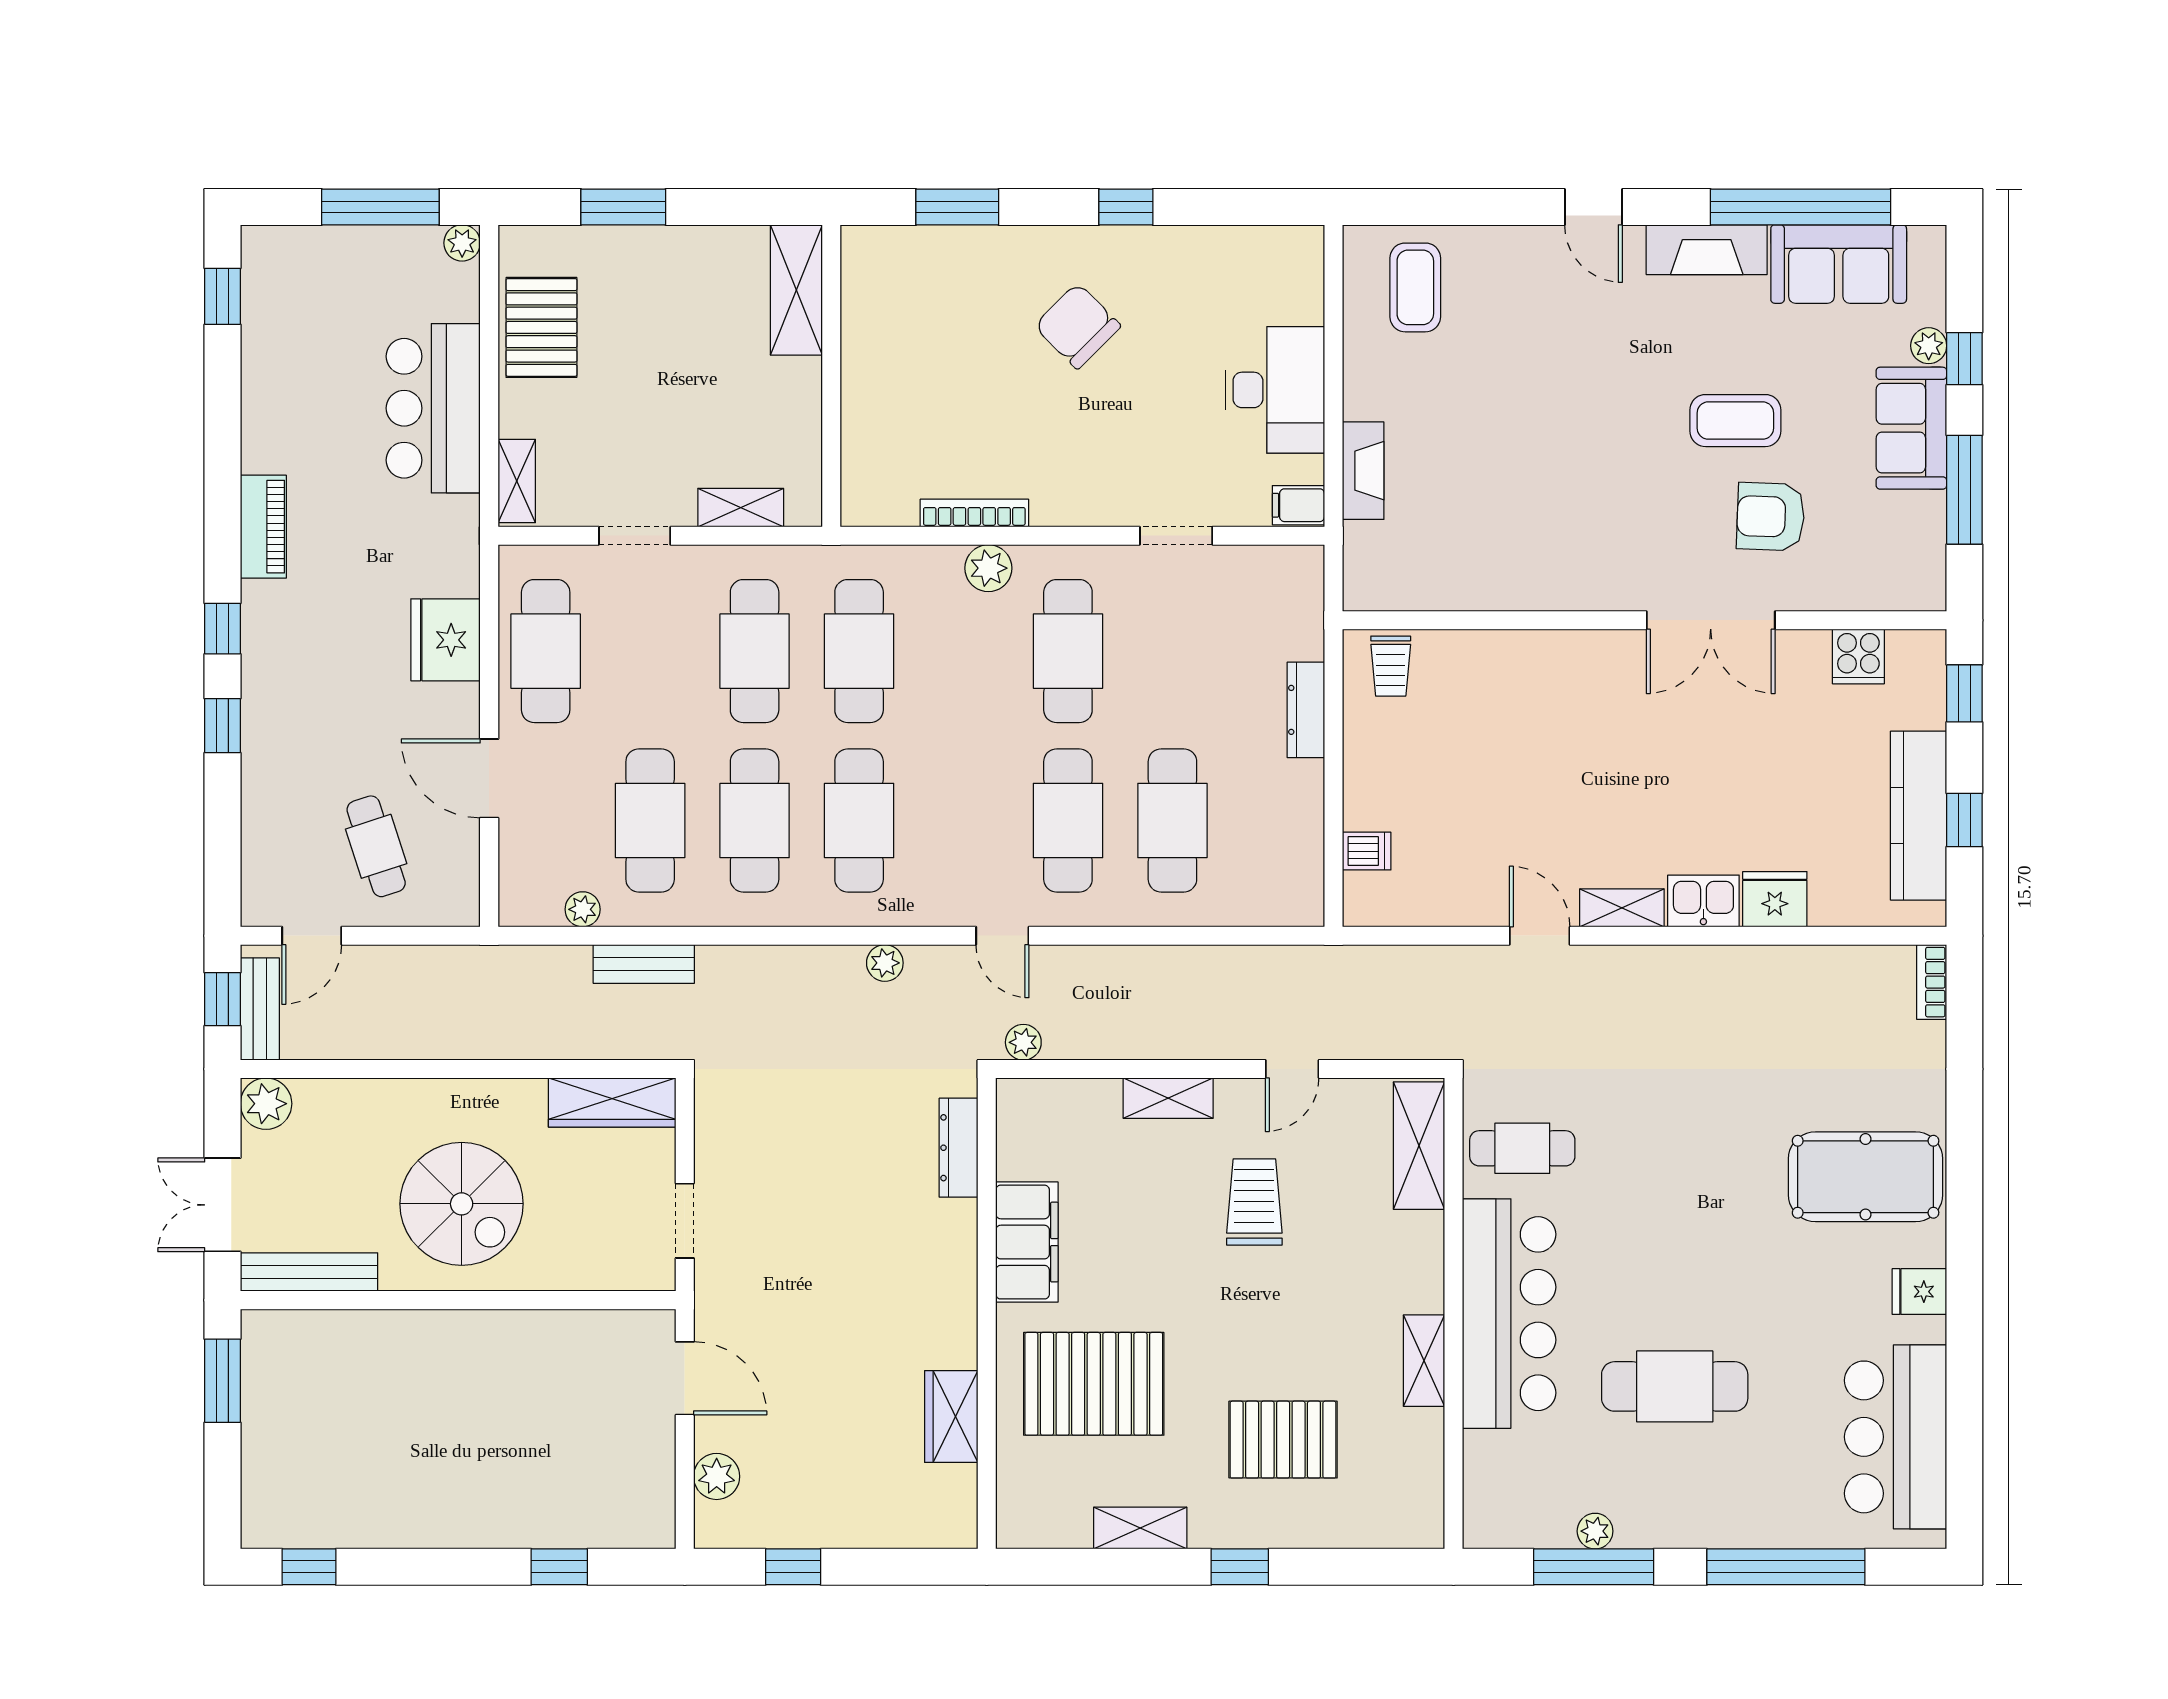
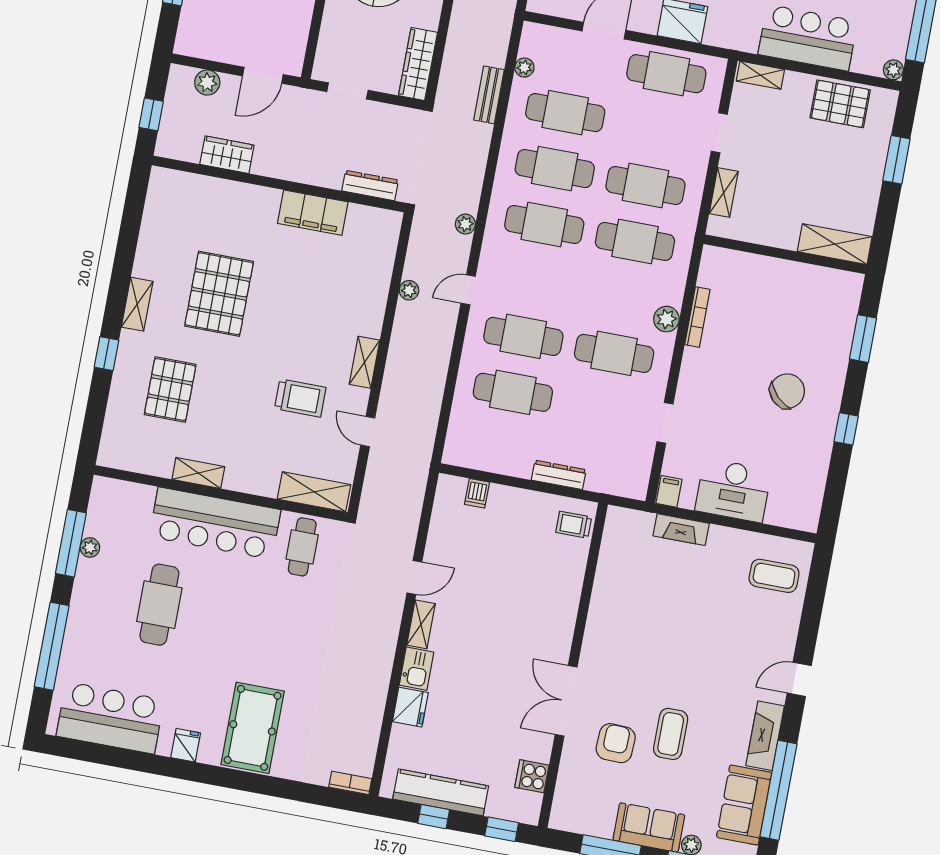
dresser: (959, 1148) -> (370, 186), moved
filing cabinet: (1027, 1242) -> (313, 213), moved
wall: (987, 1313) -> (279, 184), moved
wardrobe: (951, 1417) -> (227, 155), moved

